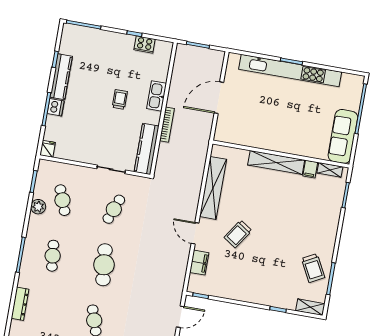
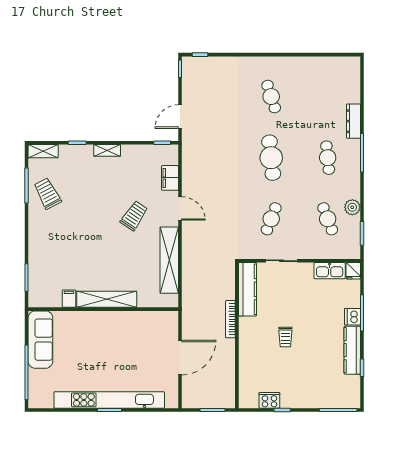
kitchen sink: (157, 96) -> (330, 271), moved, turned 90
shelving: (330, 170) -> (107, 150), moved
dresser: (20, 304) -> (353, 121), moved

